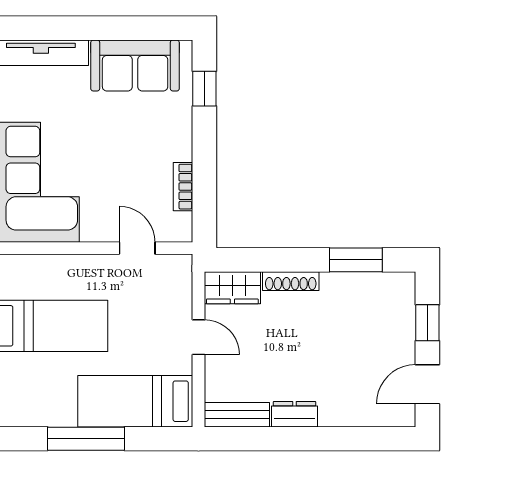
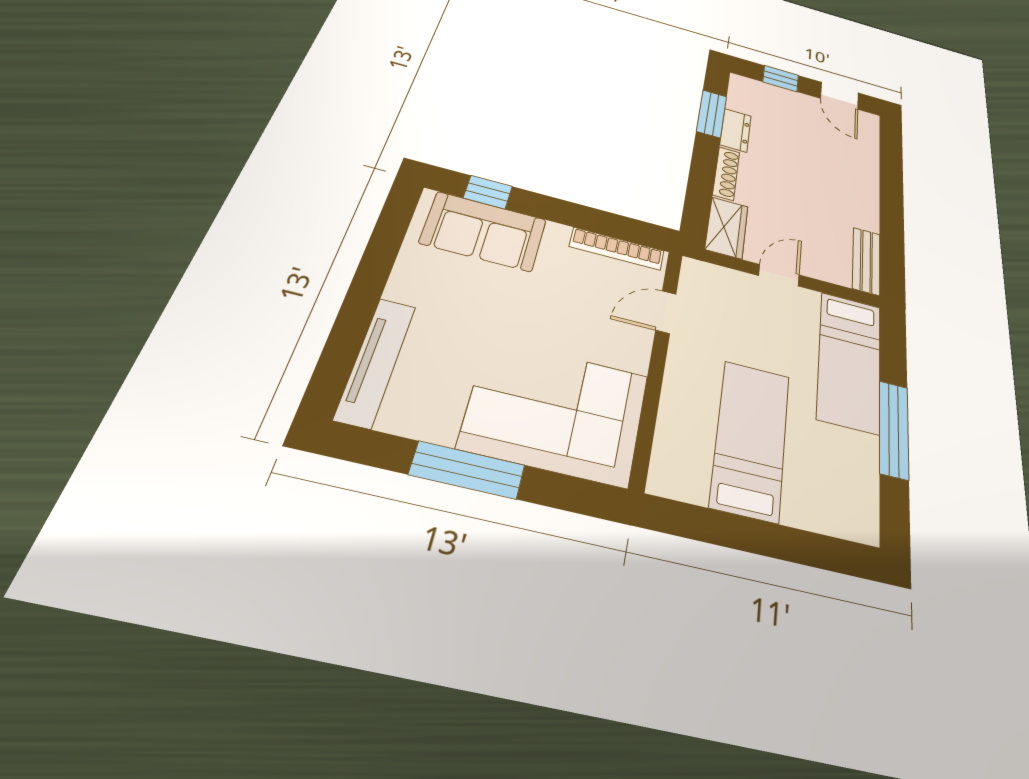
sofa: (135, 66) -> (484, 231), moved, turned 90
bookcase: (183, 187) -> (617, 249), width x1.56
dresser: (294, 414) -> (736, 130), moved, turned 180

